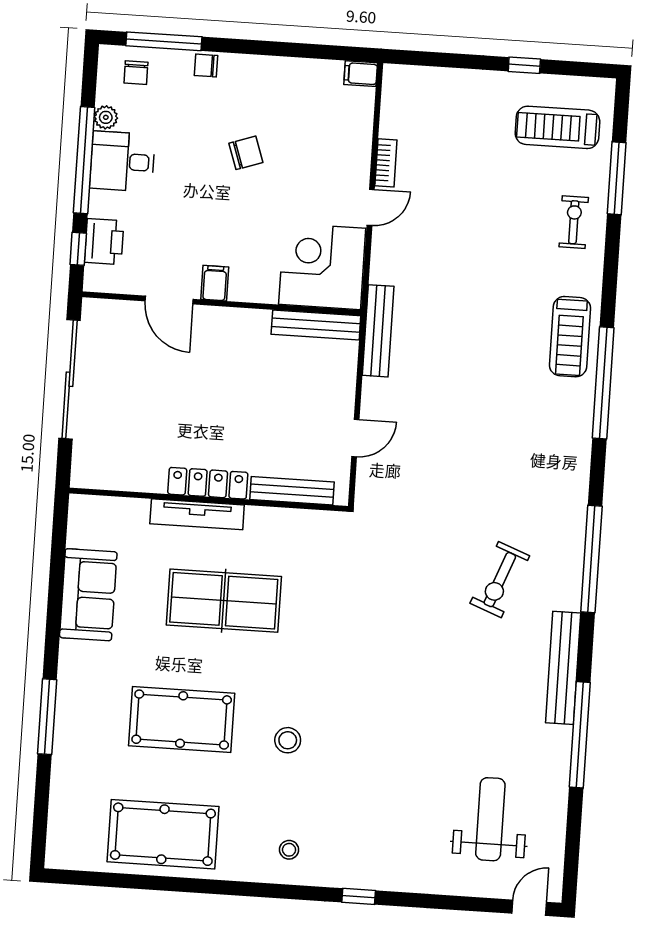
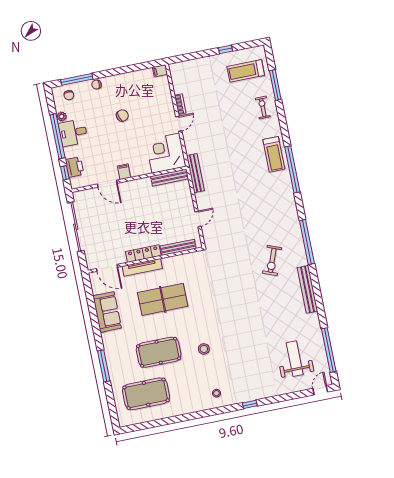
door: (116, 493) -> (107, 268), added
window: (580, 735) -> (329, 350), moved
pool table: (163, 834) -> (146, 394), moved

